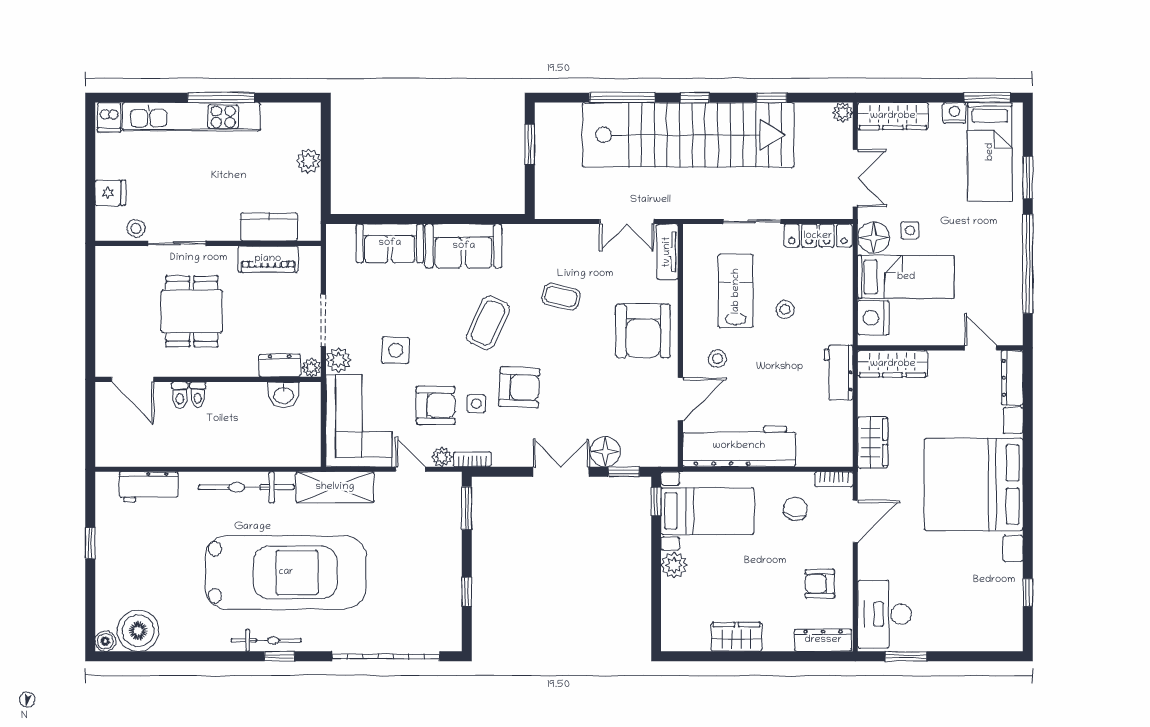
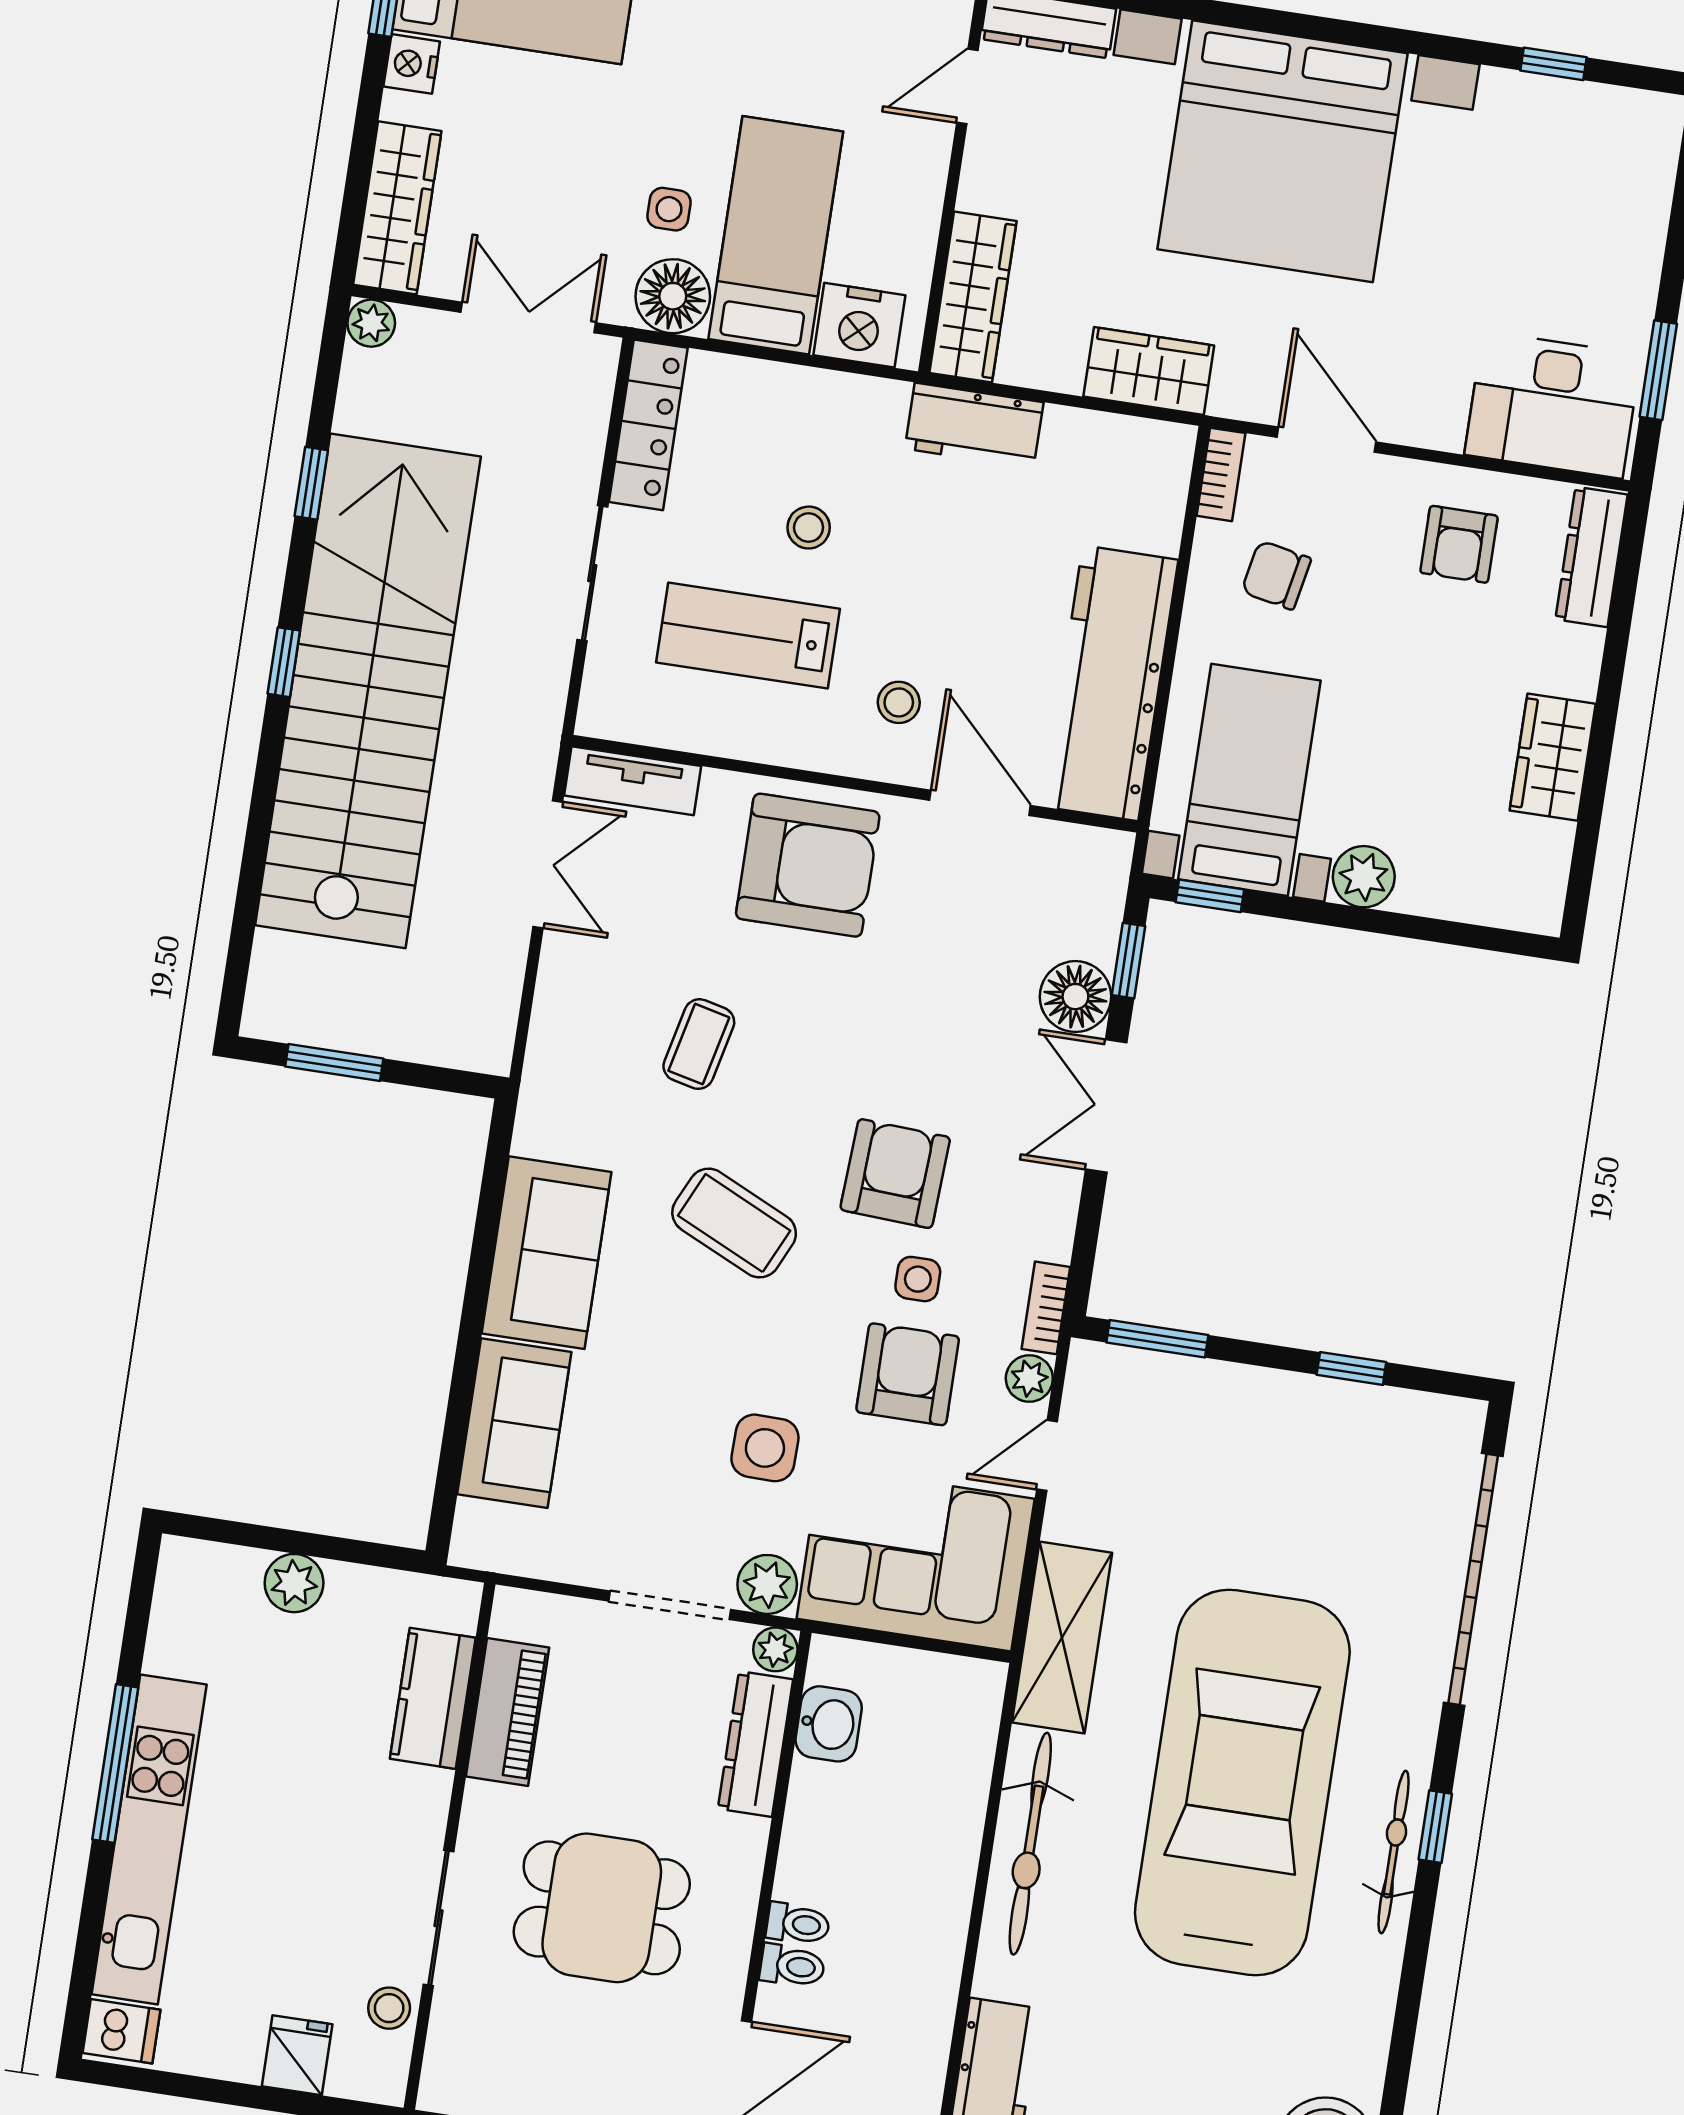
window: (622, 98) -> (258, 831), removed
dresser: (280, 365) -> (756, 1744), width x1.44

